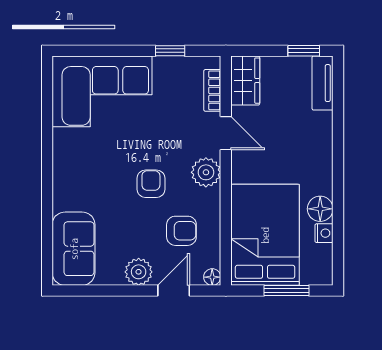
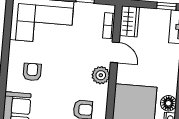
armchair: (151, 184) -> (32, 72), moved

